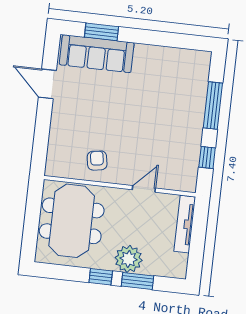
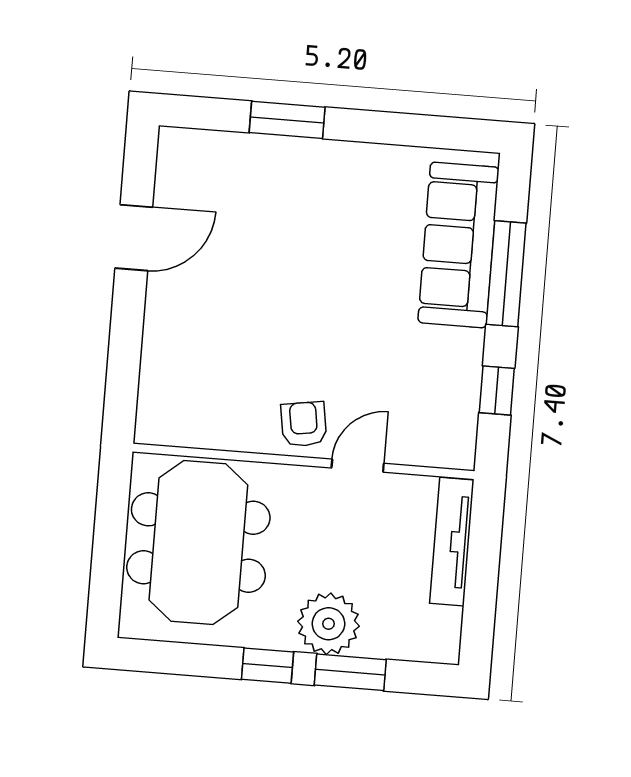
window: (101, 32) -> (287, 120), moved
sofa: (97, 54) -> (458, 245), moved, turned 90
door: (47, 84) -> (134, 238), swing flipped
armchair: (97, 161) -> (304, 424), moved

